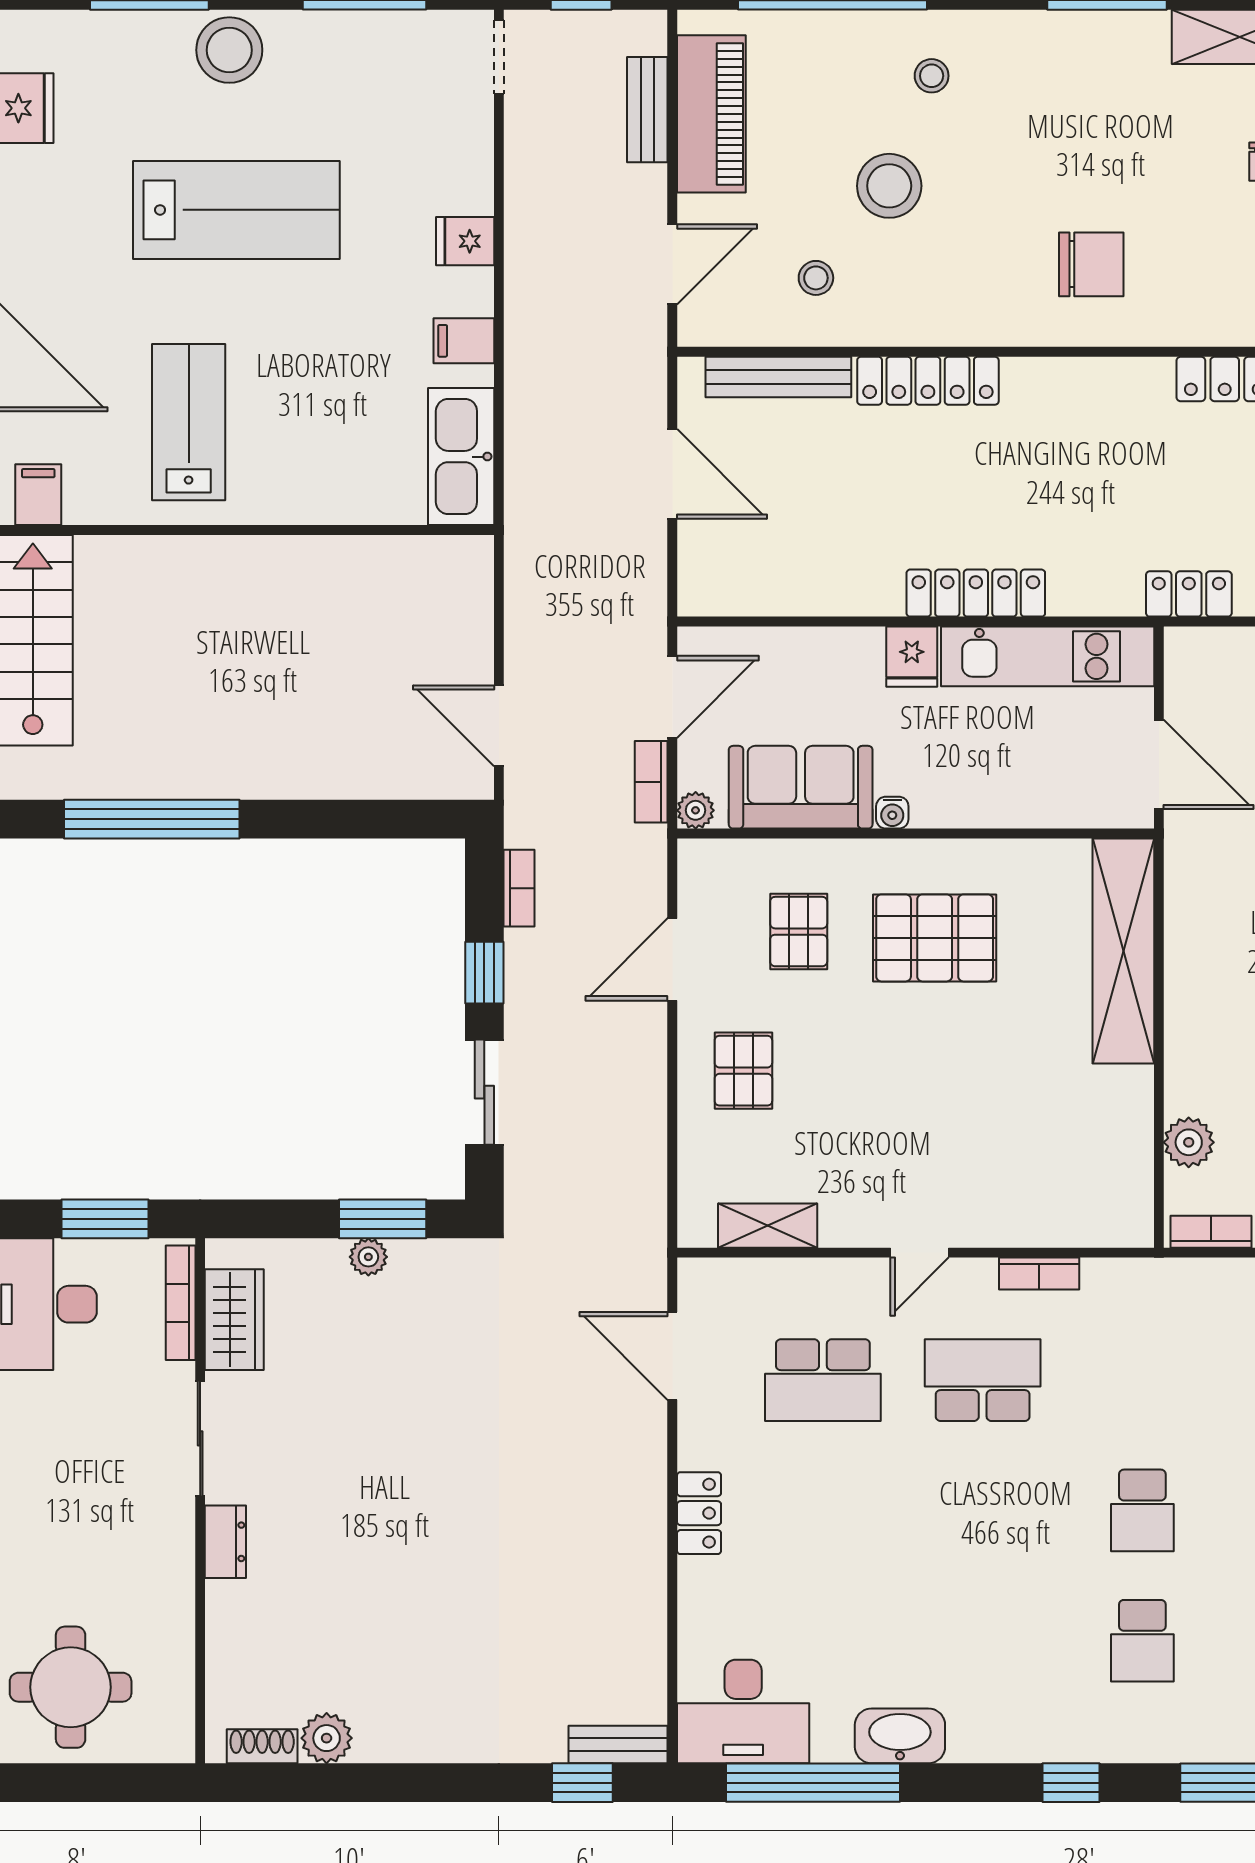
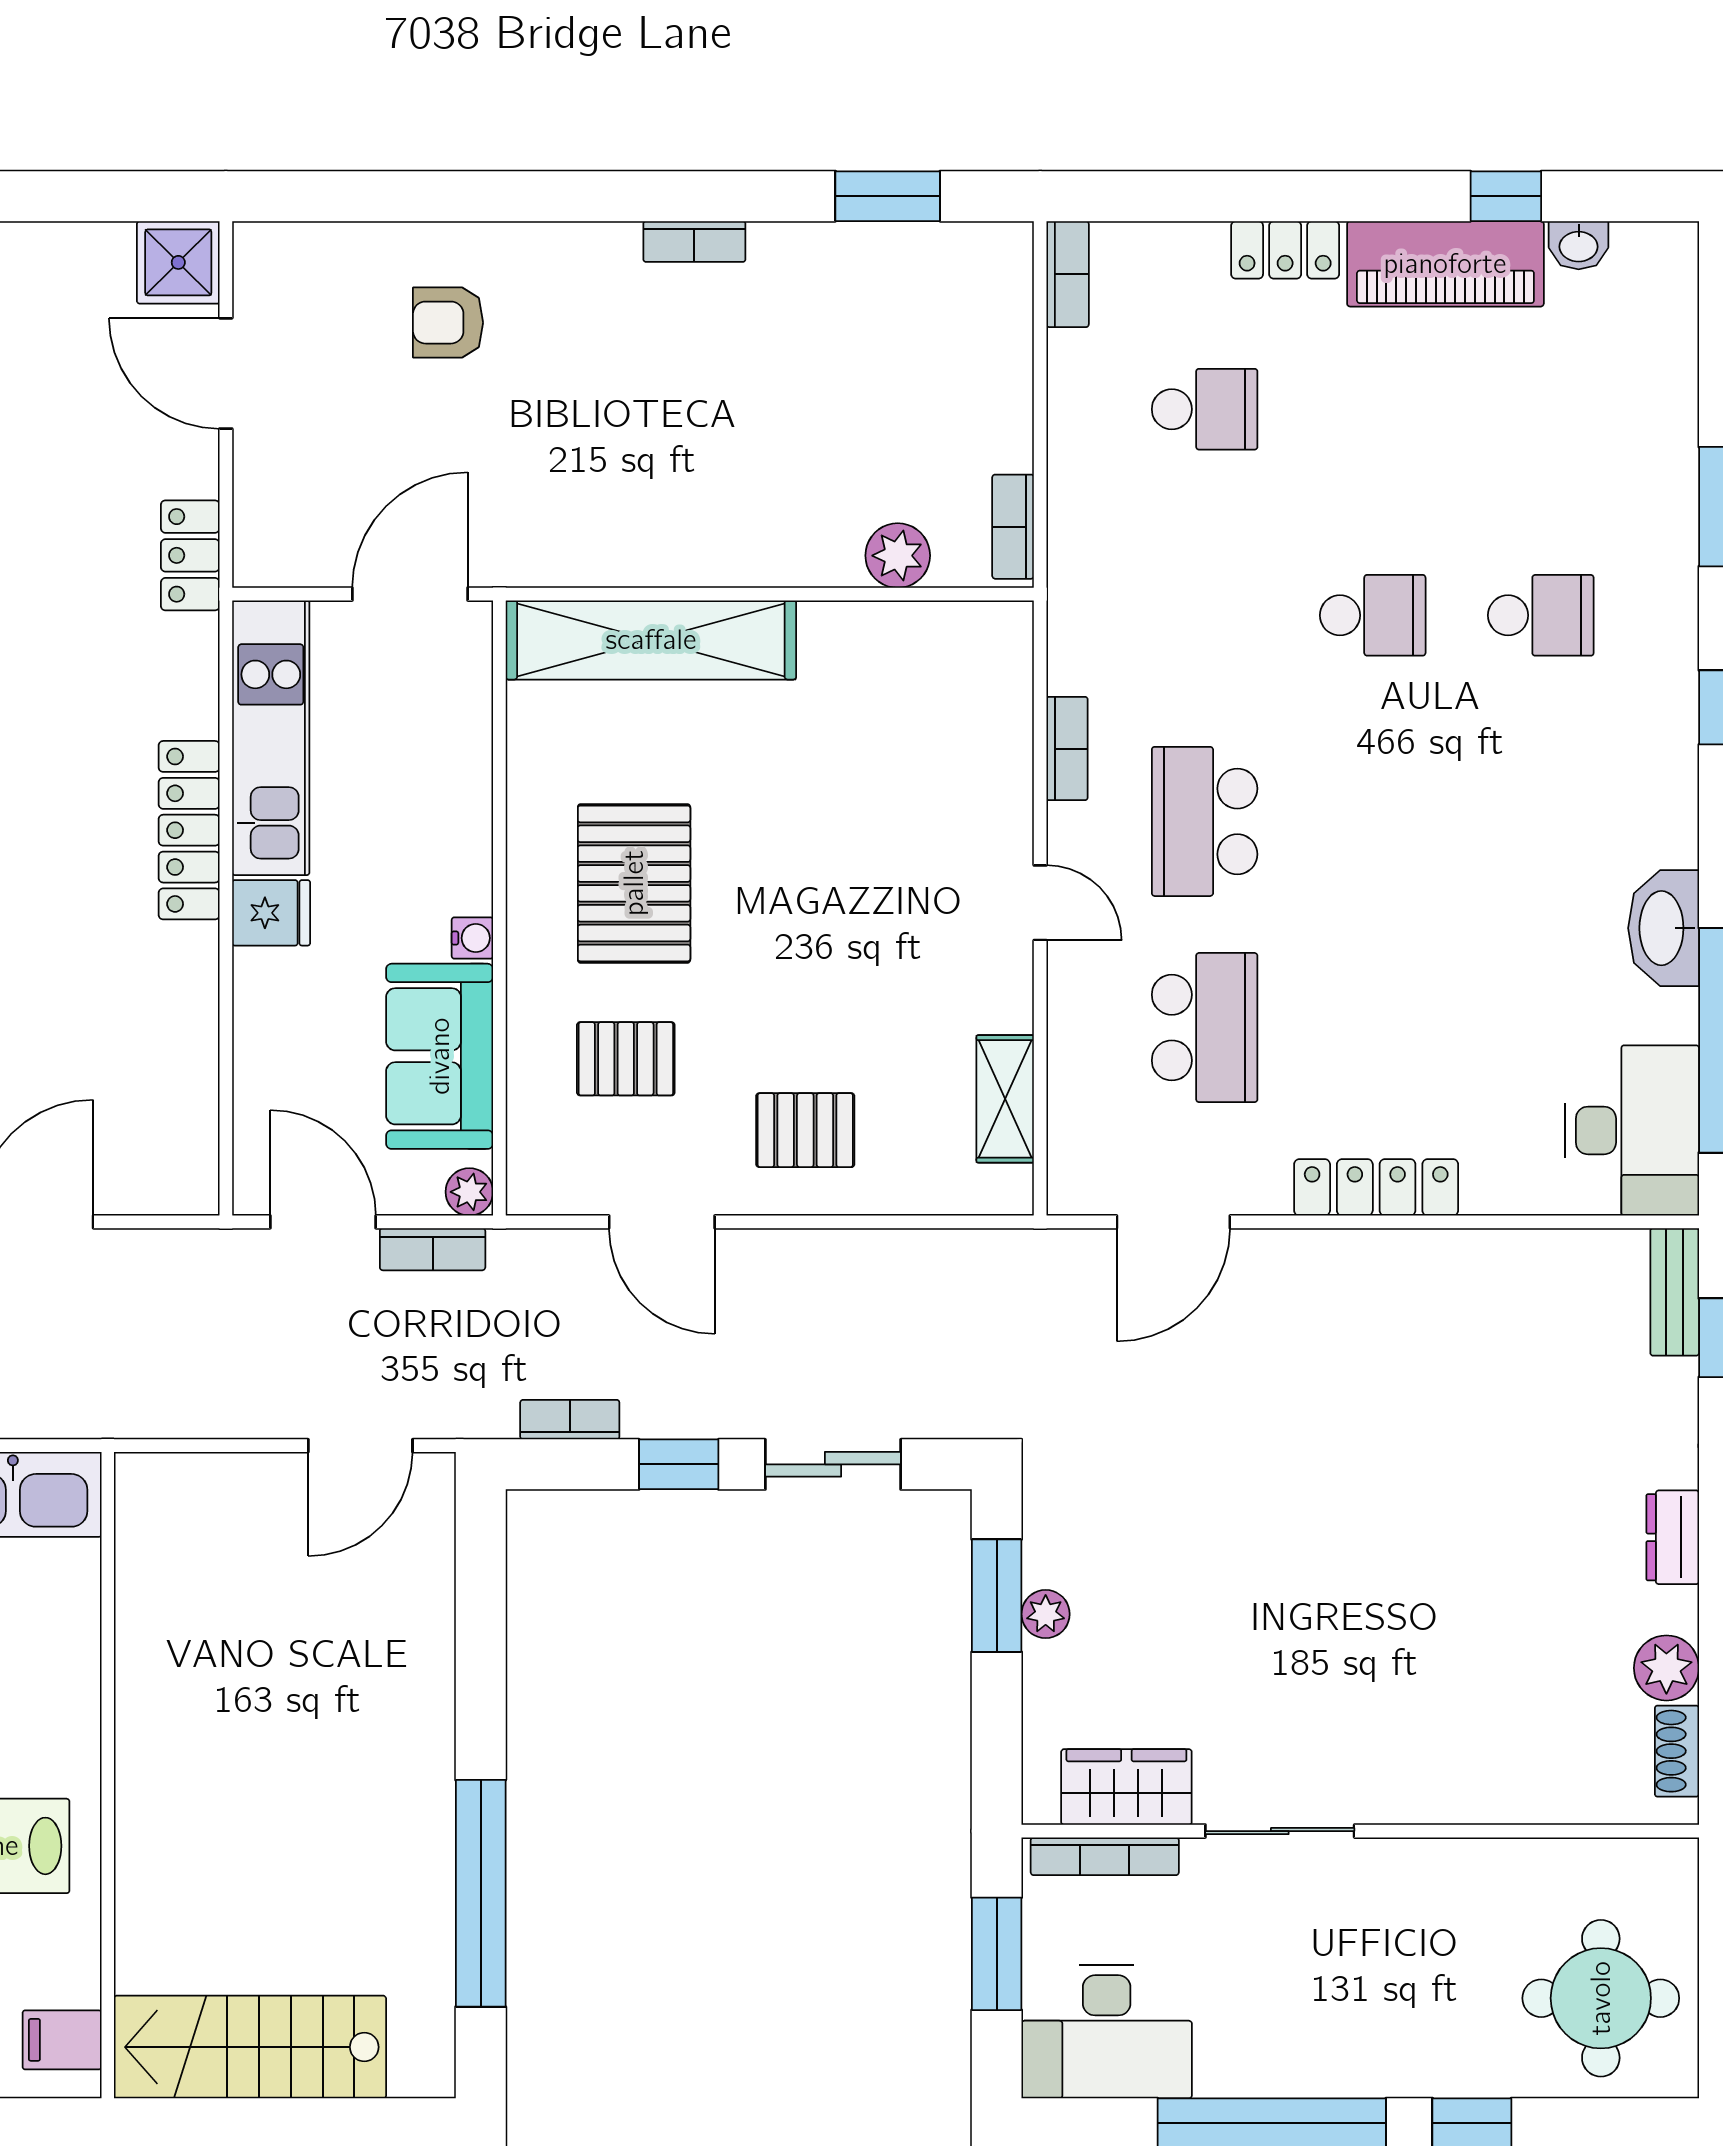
locker: (699, 1513) -> (1376, 1187), width x1.53
dresser: (225, 1542) -> (1673, 1537), moved, turned -90

